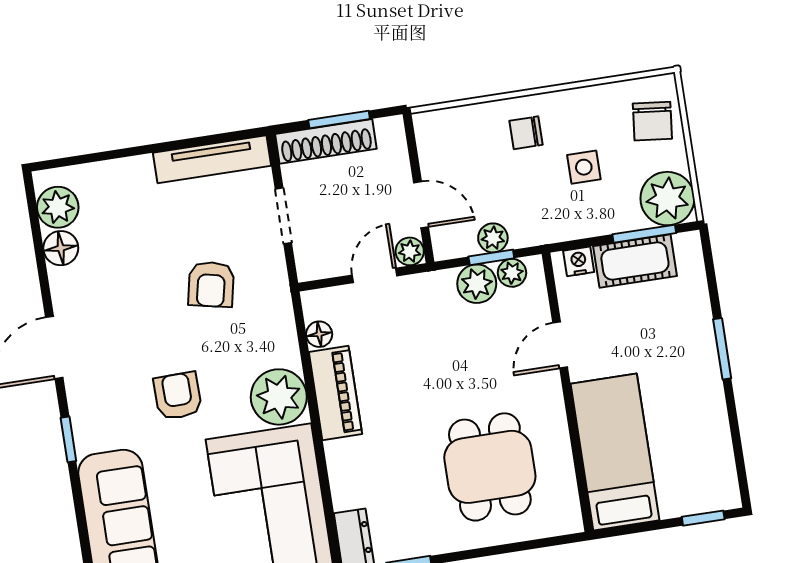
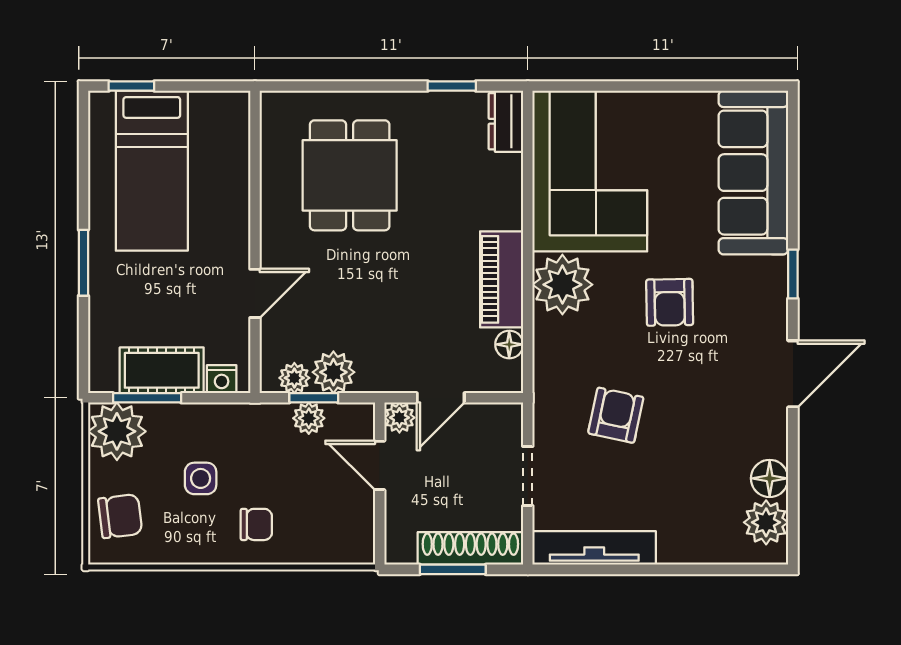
chair: (652, 121) -> (120, 516), turned 77
bed: (615, 452) -> (152, 171), moved

